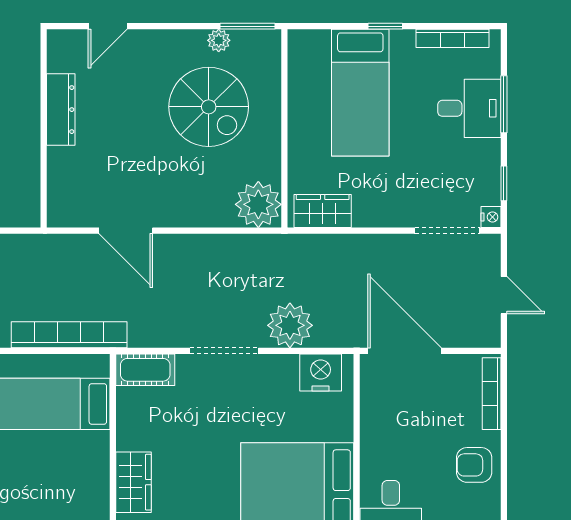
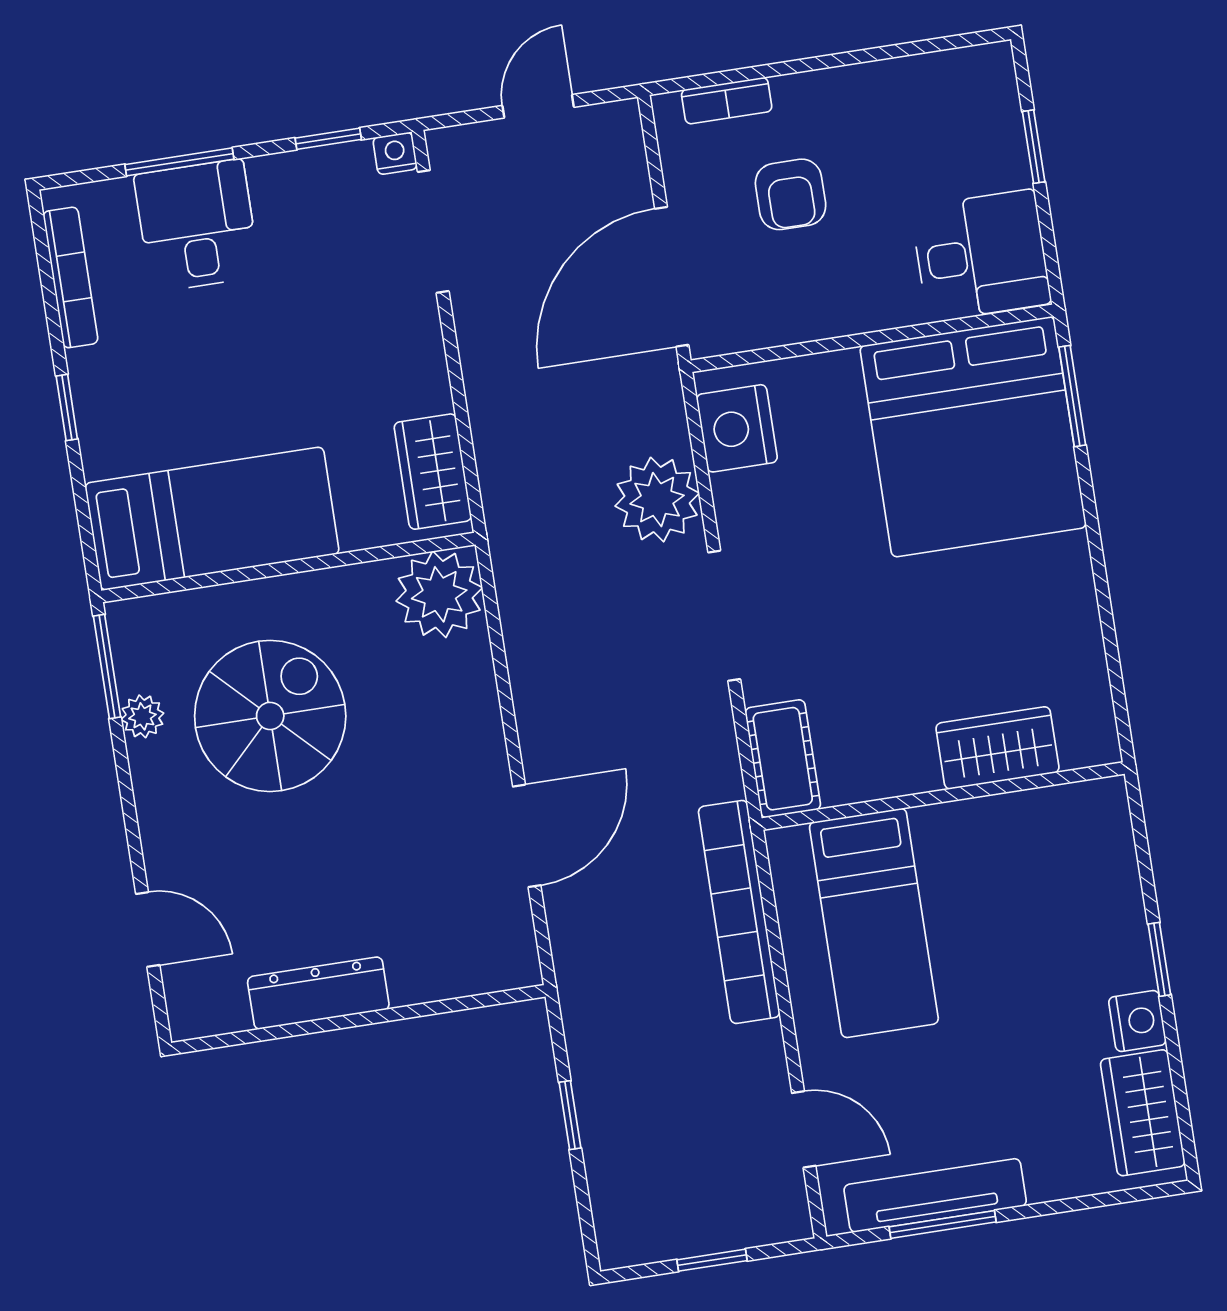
bed: (360, 93) -> (212, 519), moved
bookcase: (492, 394) -> (727, 101), width x0.64
armchair: (474, 465) -> (791, 194), moved

